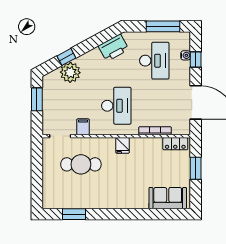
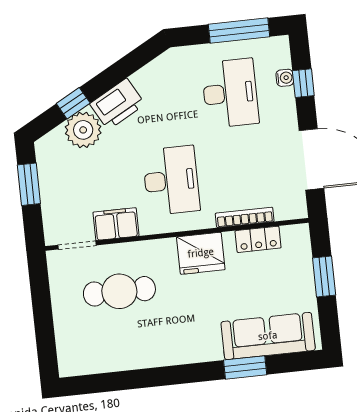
printer: (114, 48) -> (117, 104), moved
filing cabinet: (83, 127) -> (116, 224), width x2.00
locker: (175, 144) -> (258, 239), moved
fridge: (123, 145) -> (201, 253), width x1.88, depth x1.34
sofa: (168, 198) -> (268, 336), width x1.36
window: (74, 214) -> (245, 367), moved

